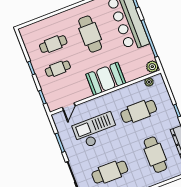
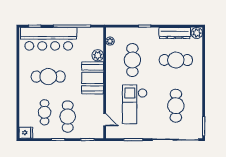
fridge: (26, 33) -> (26, 133), added
plant: (152, 67) -> (98, 55), moved
cafe table: (58, 69) -> (68, 117), width x1.37, depth x1.35

